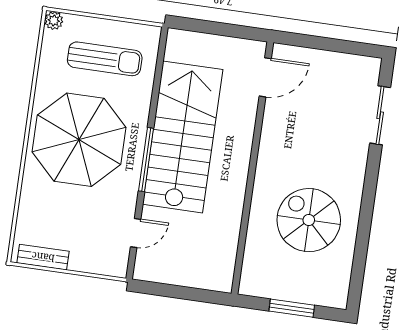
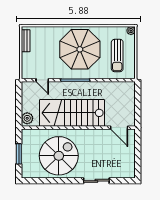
sliding door: (380, 115) -> (96, 181), moved
stairs: (183, 137) -> (72, 113), moved, turned 180
spiral stairs: (309, 220) -> (59, 156), width x1.37, depth x1.37
plant: (215, 278) -> (27, 118), added

